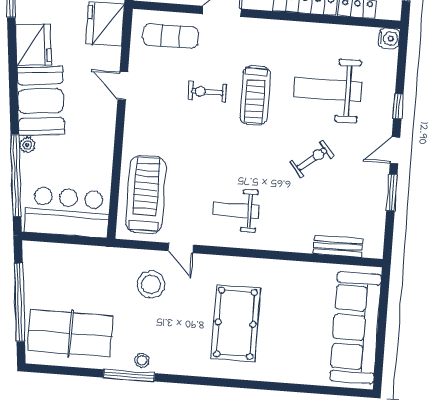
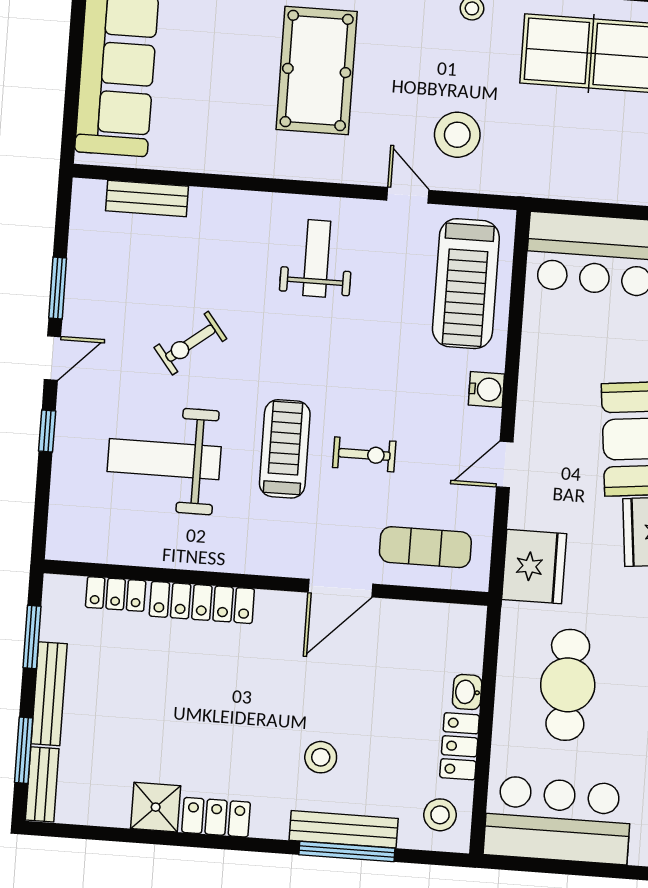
water cooler: (389, 38) -> (486, 389), moved, turned 180
door: (123, 86) -> (505, 465), swing flipped
weight bench: (328, 89) -> (164, 459), turned 180
weight bench: (236, 210) -> (317, 258), turned -90

